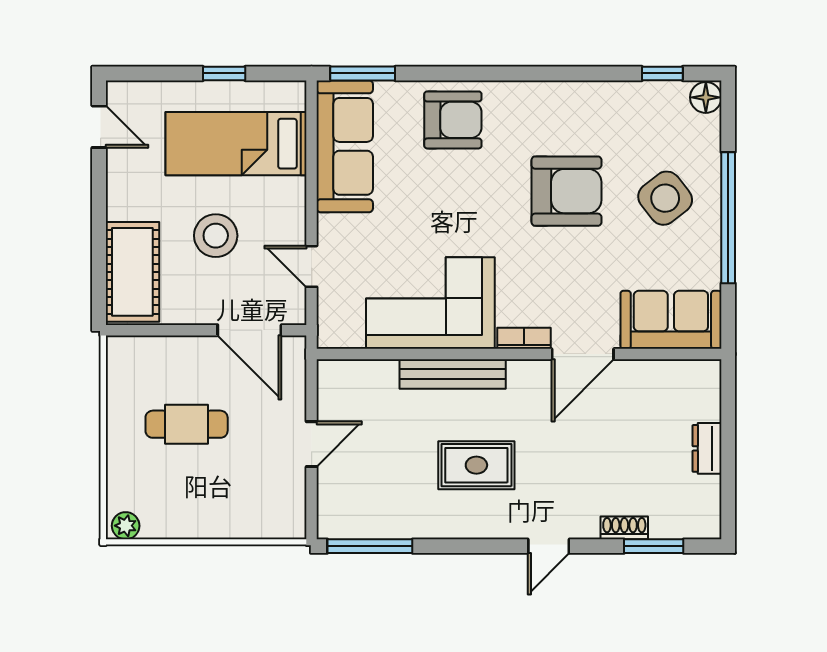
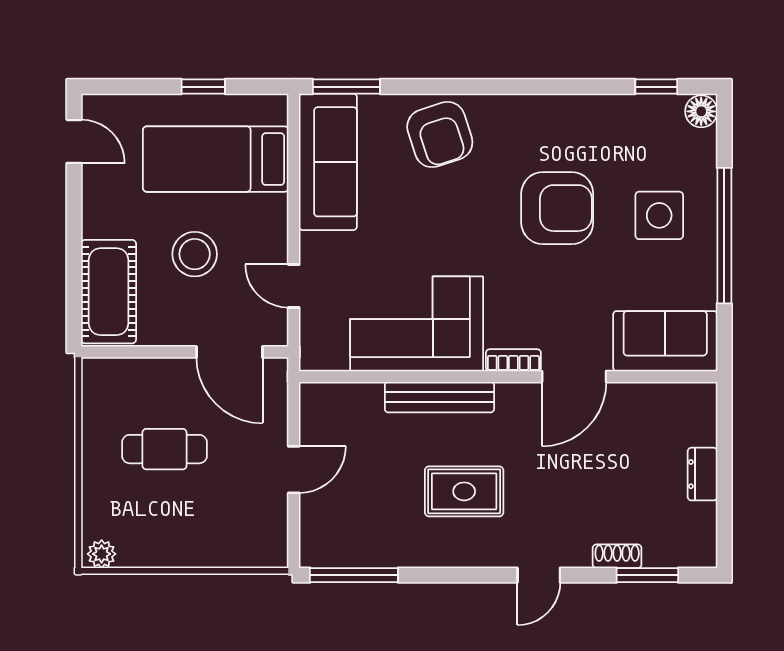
armchair: (453, 120) -> (440, 135), turned 72
side table: (665, 198) -> (659, 215), turned 38

